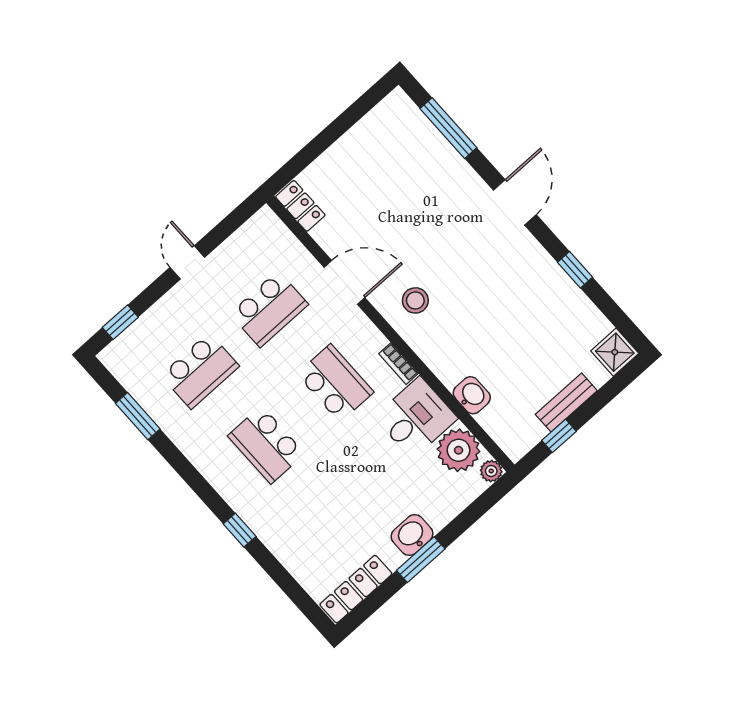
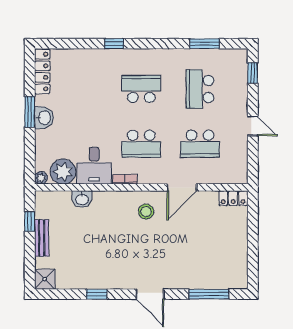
school desk: (269, 309) -> (200, 144), turned -90

